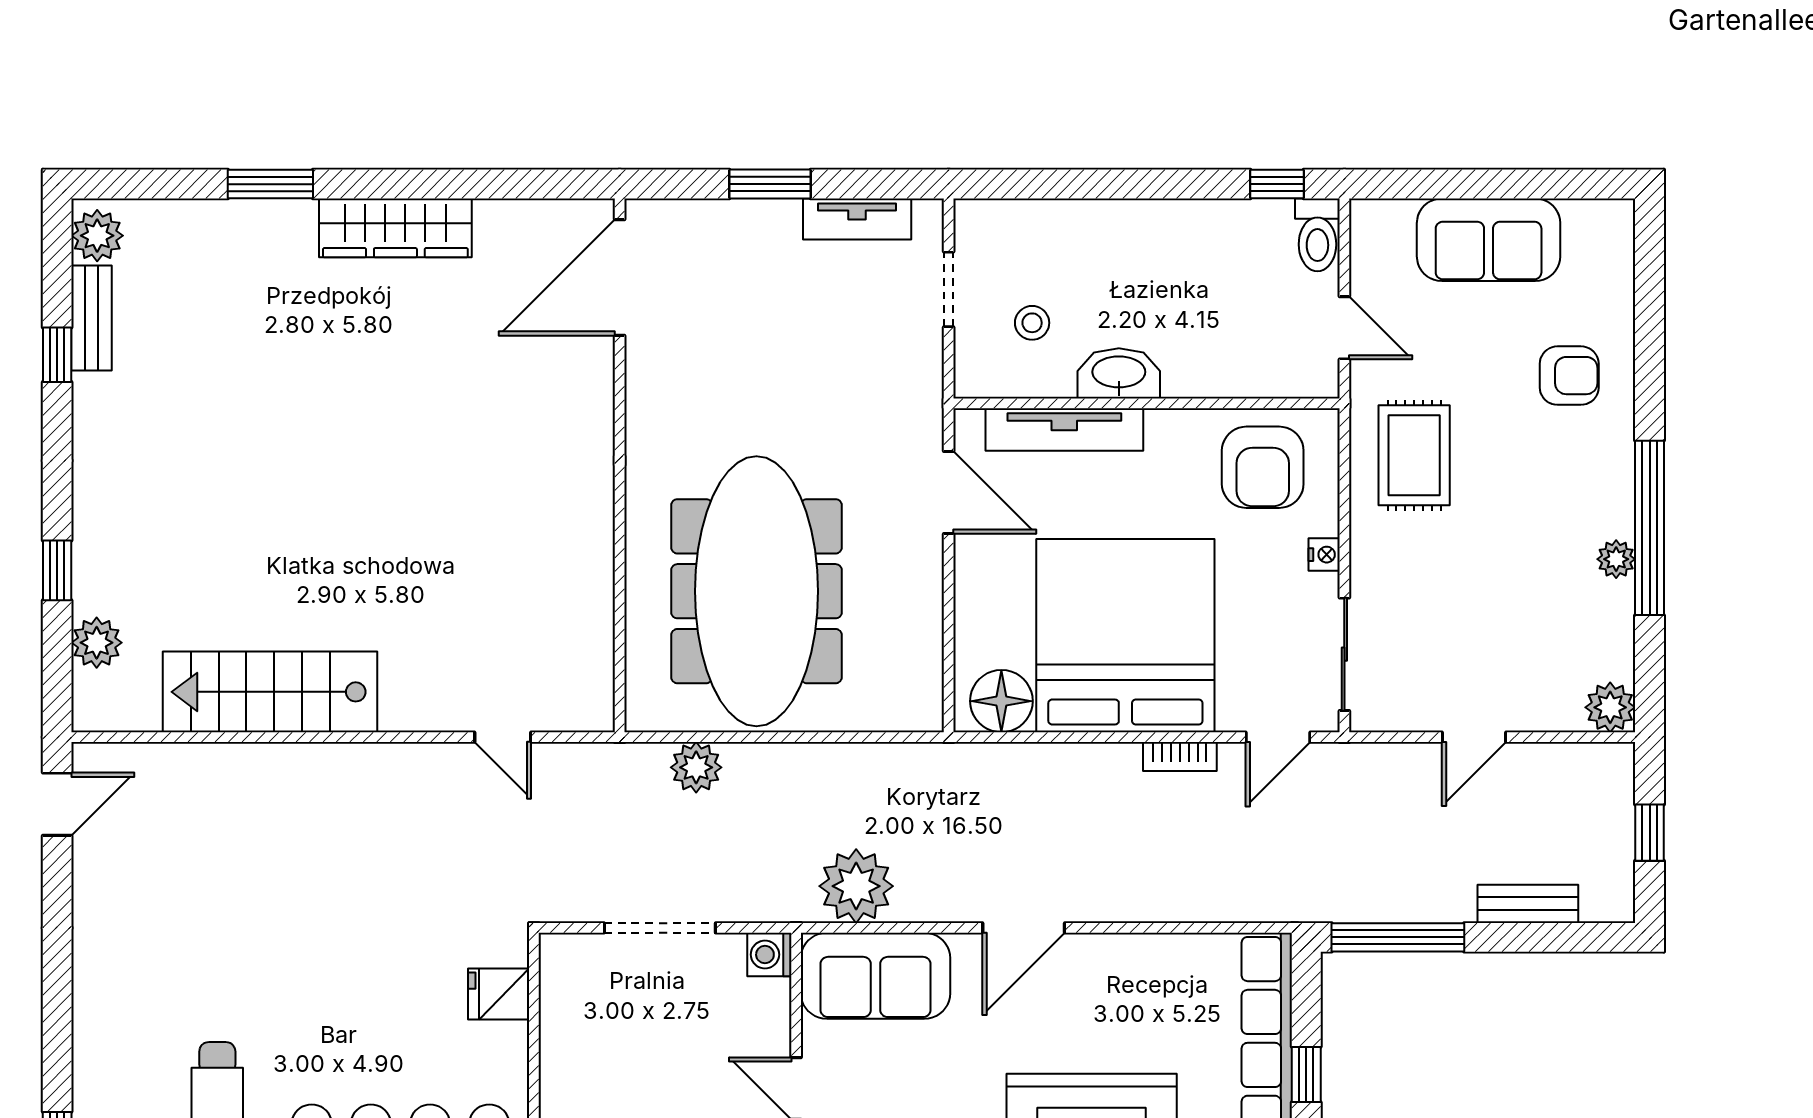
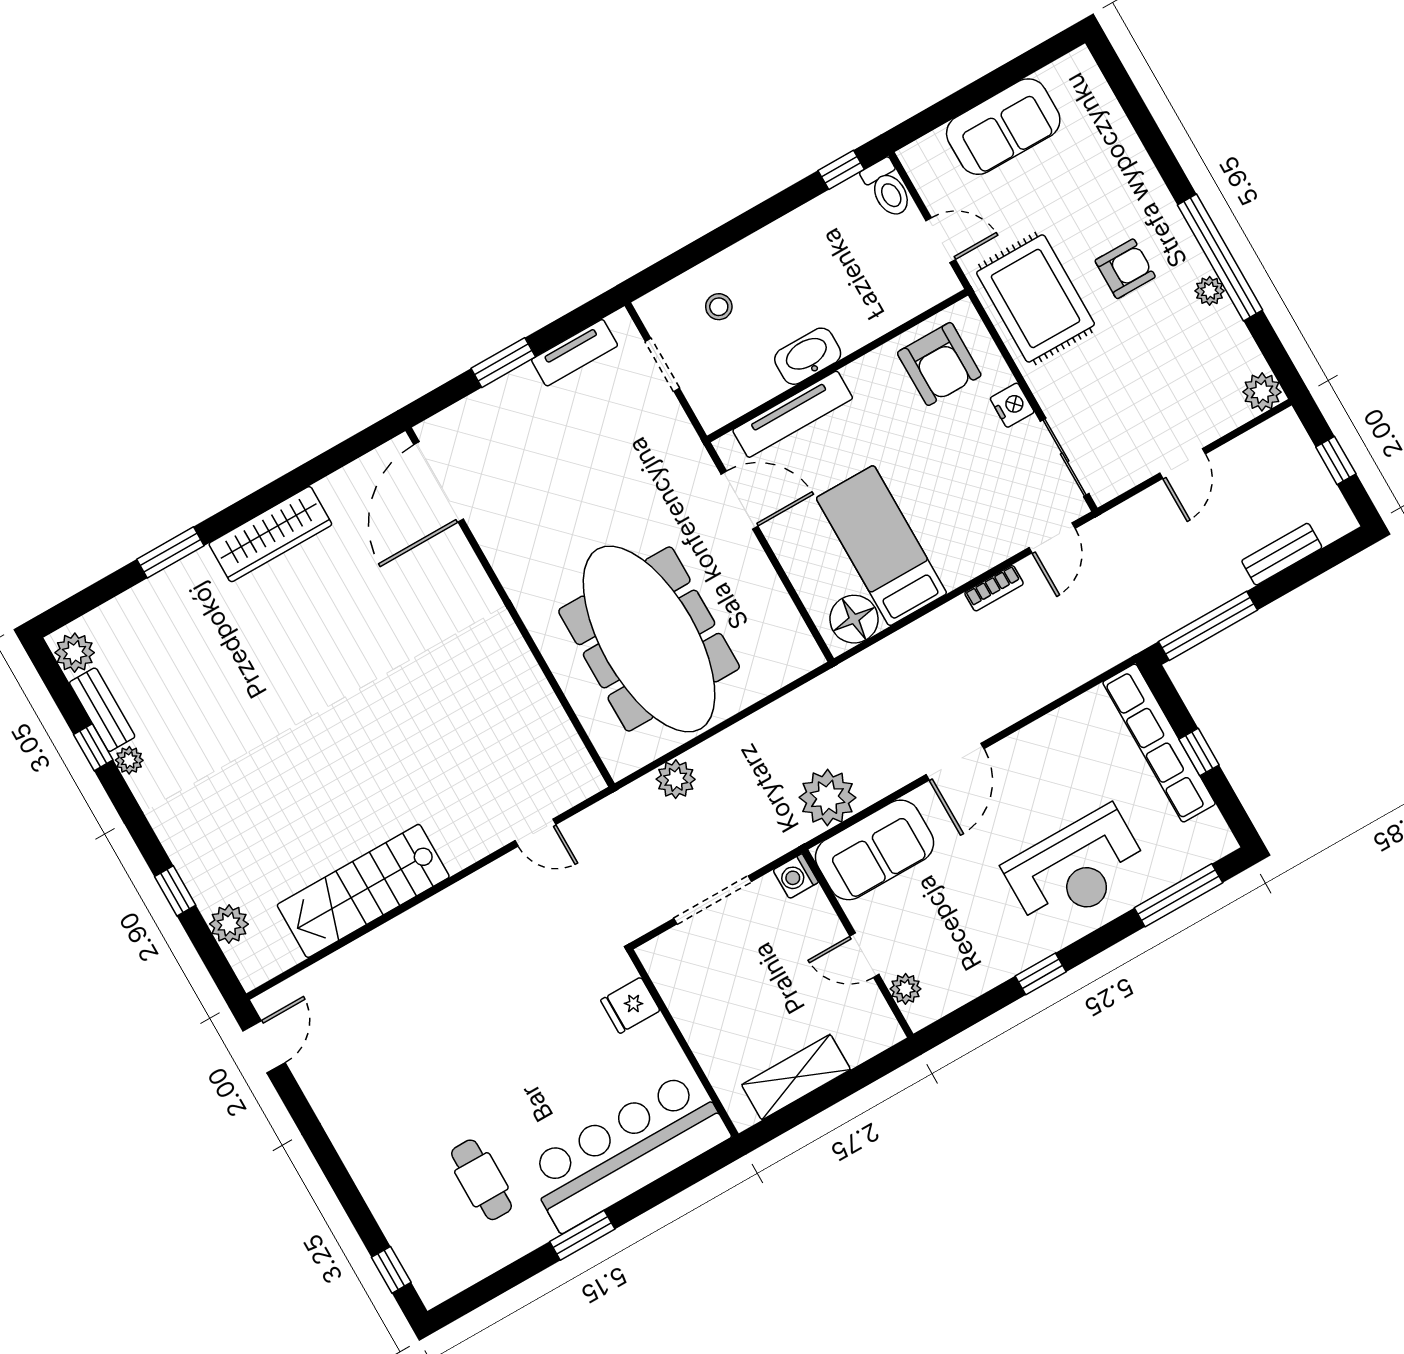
stool: (1032, 323) -> (719, 307), moved
armchair: (1569, 376) -> (1125, 269), moved
plant: (89, 393) -> (129, 760), added
rug: (1414, 455) -> (1036, 298), width x1.36, depth x1.43
nightstand: (1324, 555) -> (1012, 405), width x1.39, depth x1.35
bed: (1125, 636) -> (881, 546), width x0.49

